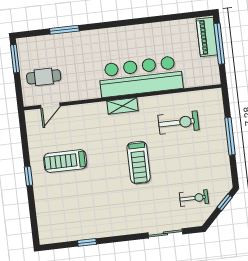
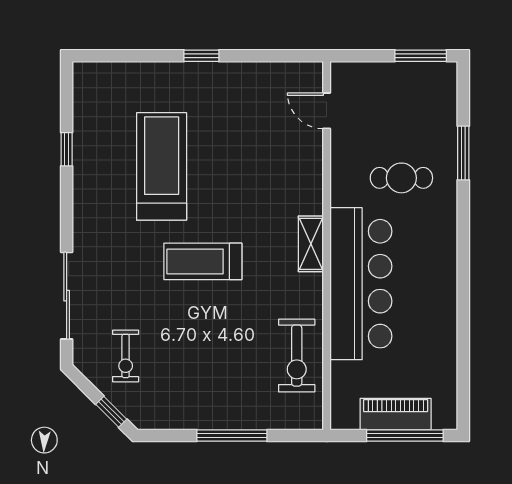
piano: (207, 37) -> (396, 414), moved
cafe table: (44, 77) -> (401, 178), moved, turned 90
exercise bike: (178, 123) -> (297, 356), moved
treadmill: (65, 161) -> (162, 166), moved, width x1.37, depth x1.38
sliding door: (165, 233) -> (67, 296), width x1.37

